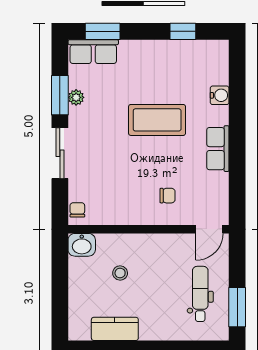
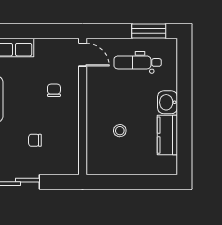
chair: (77, 210) -> (35, 140), moved
washbasin: (82, 245) -> (168, 102), moved, turned 180

